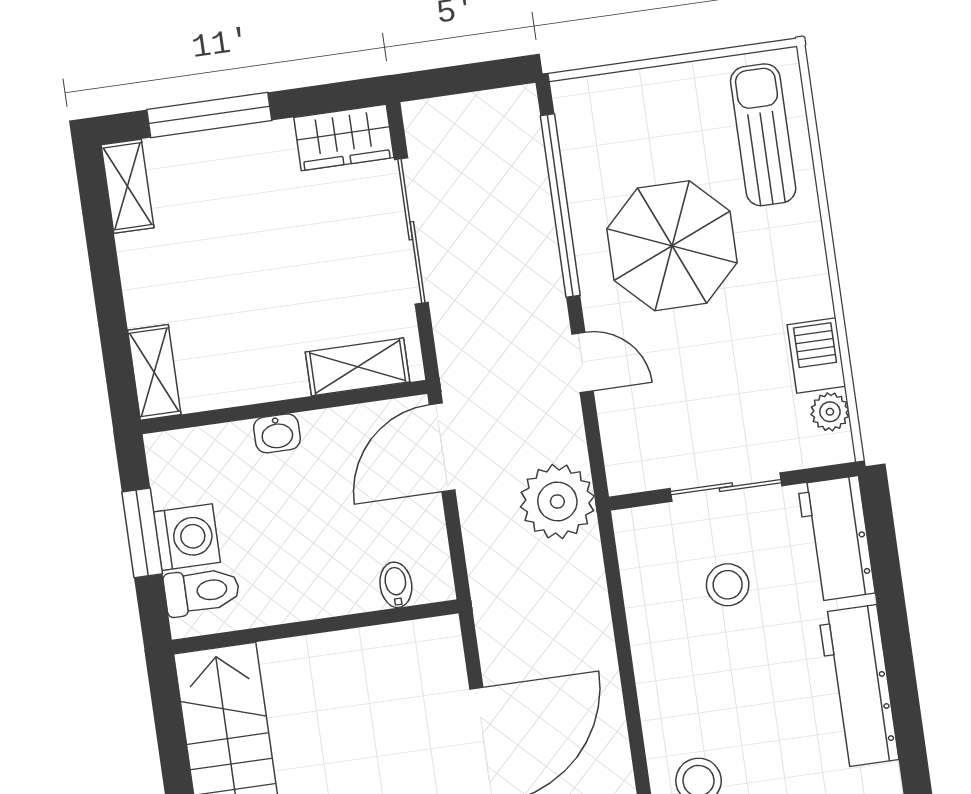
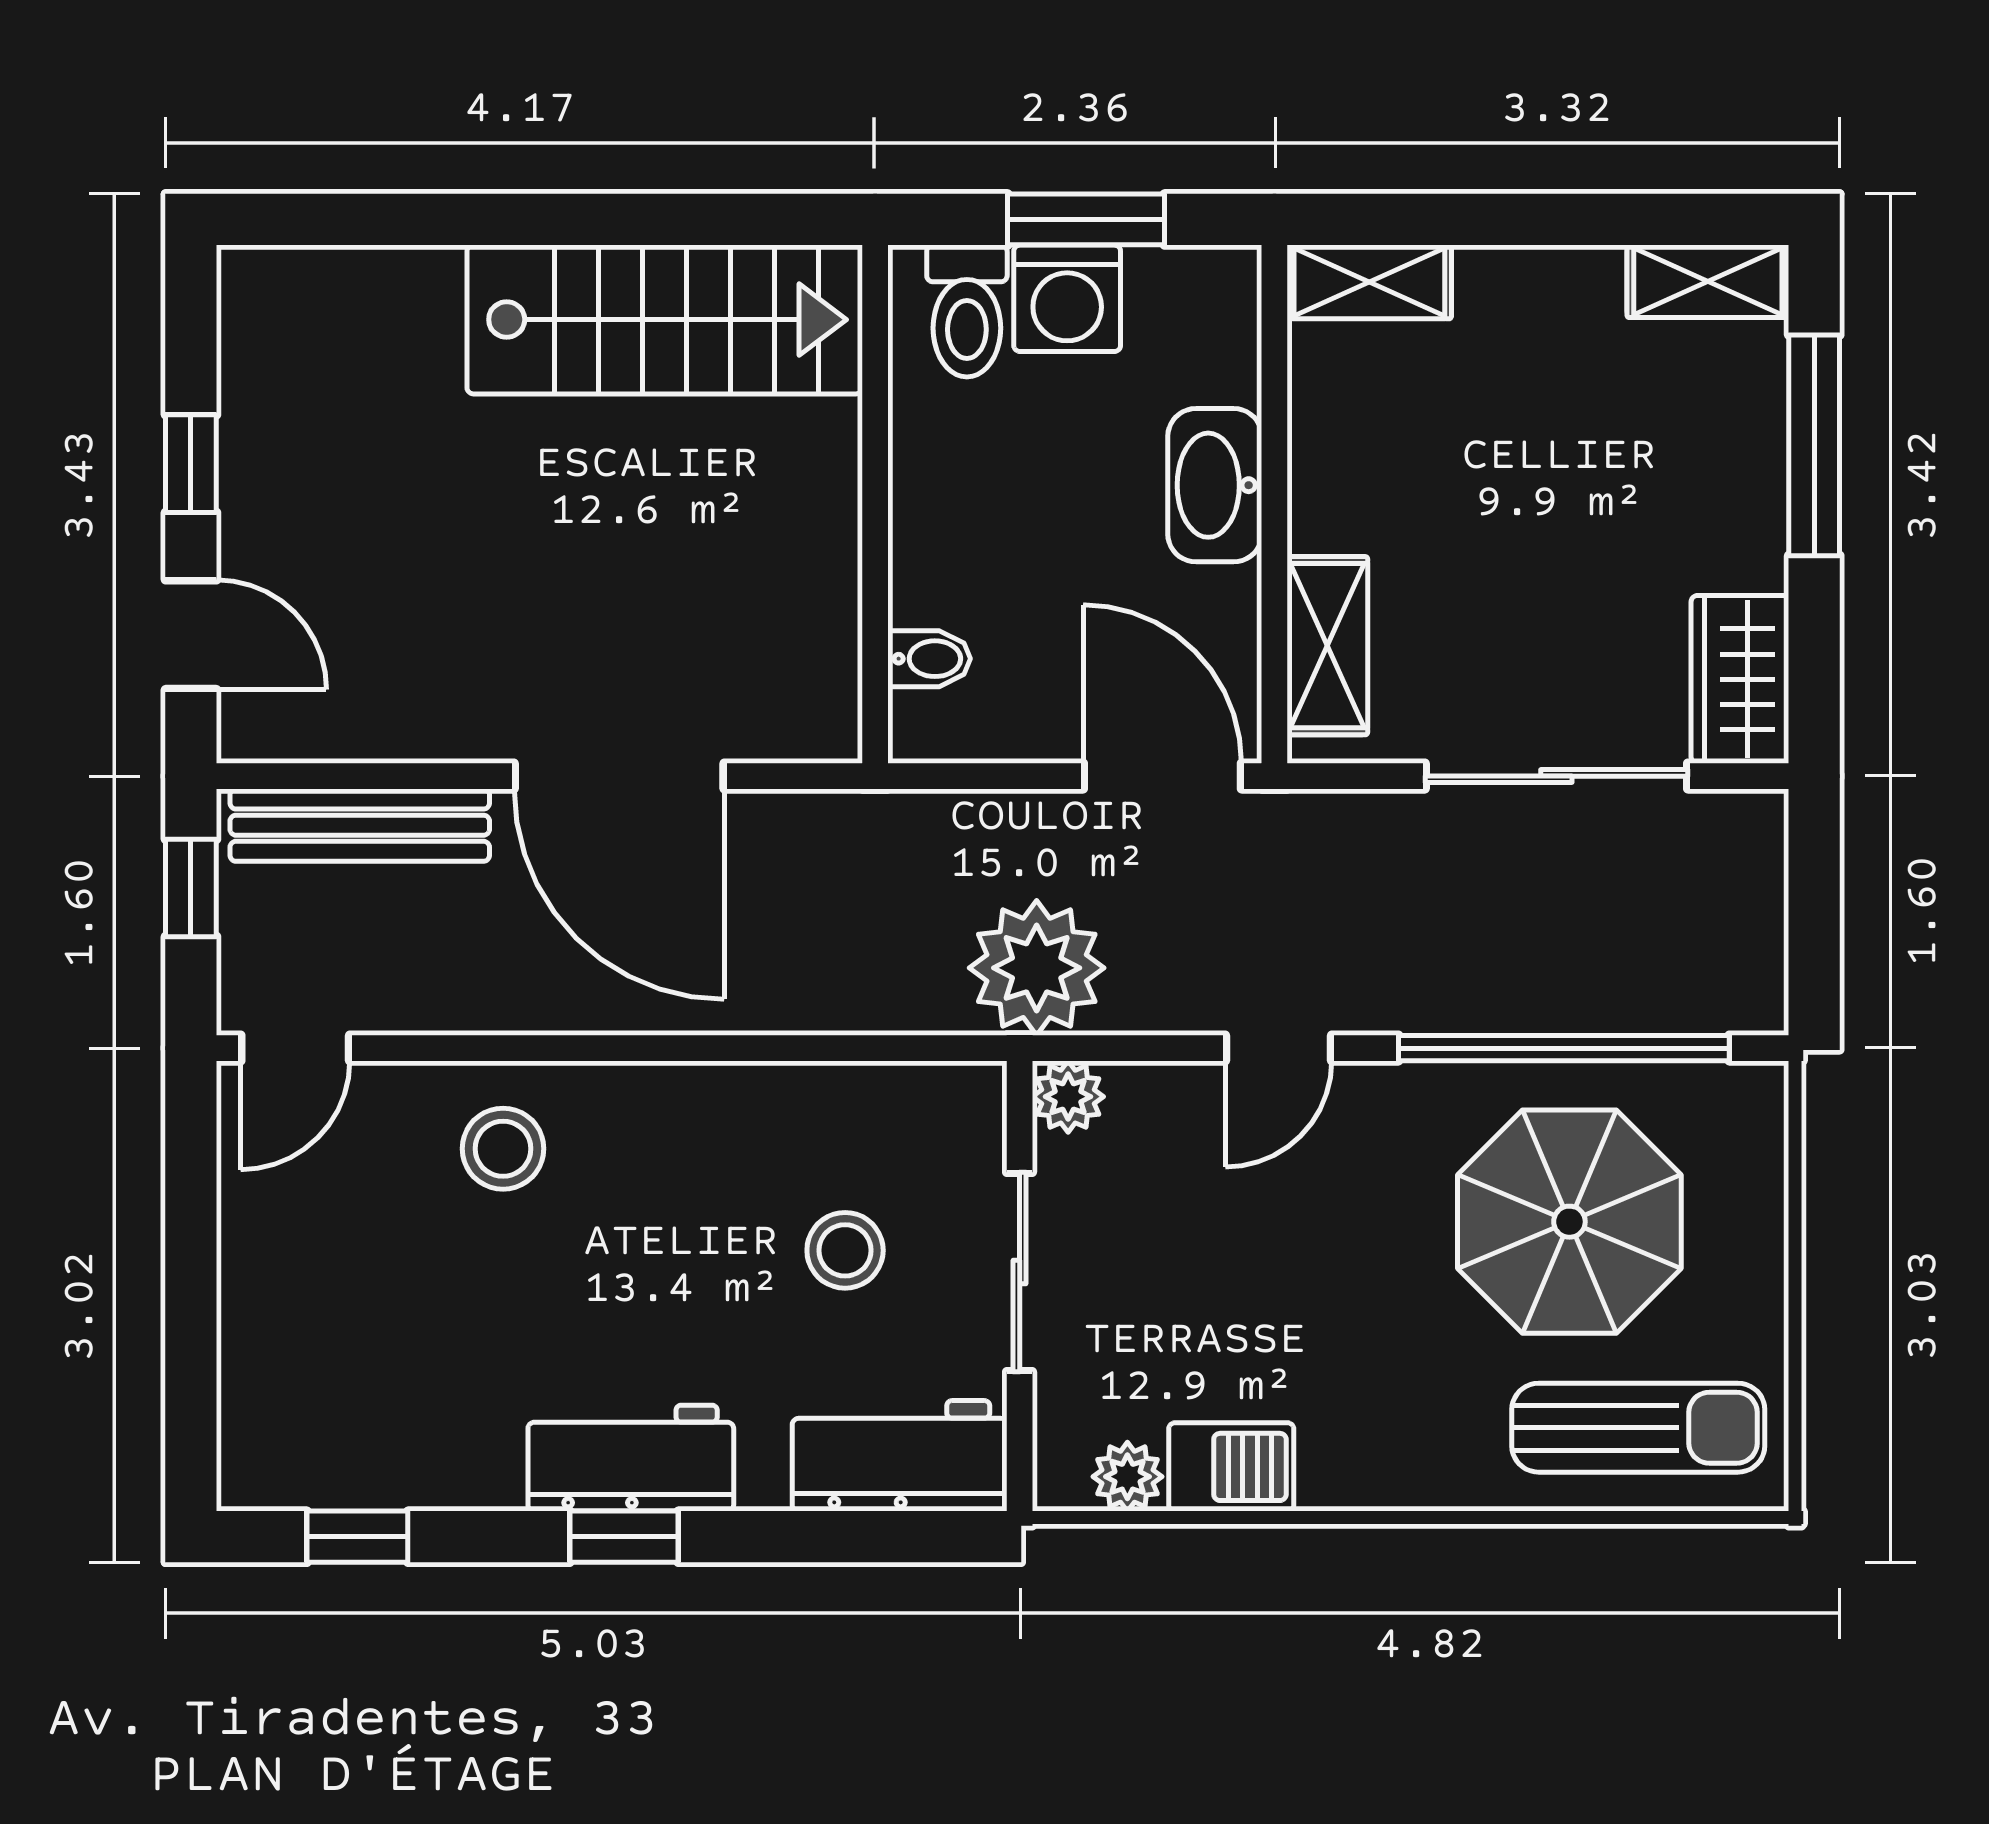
parasol: (672, 246) -> (1569, 1222), moved
washbasin: (277, 433) -> (1215, 485), width x1.91, depth x1.45
plant: (626, 474) -> (1068, 1097), added
window: (902, 684) -> (624, 1537), added
workbench: (859, 686) -> (631, 1458), width x0.73

